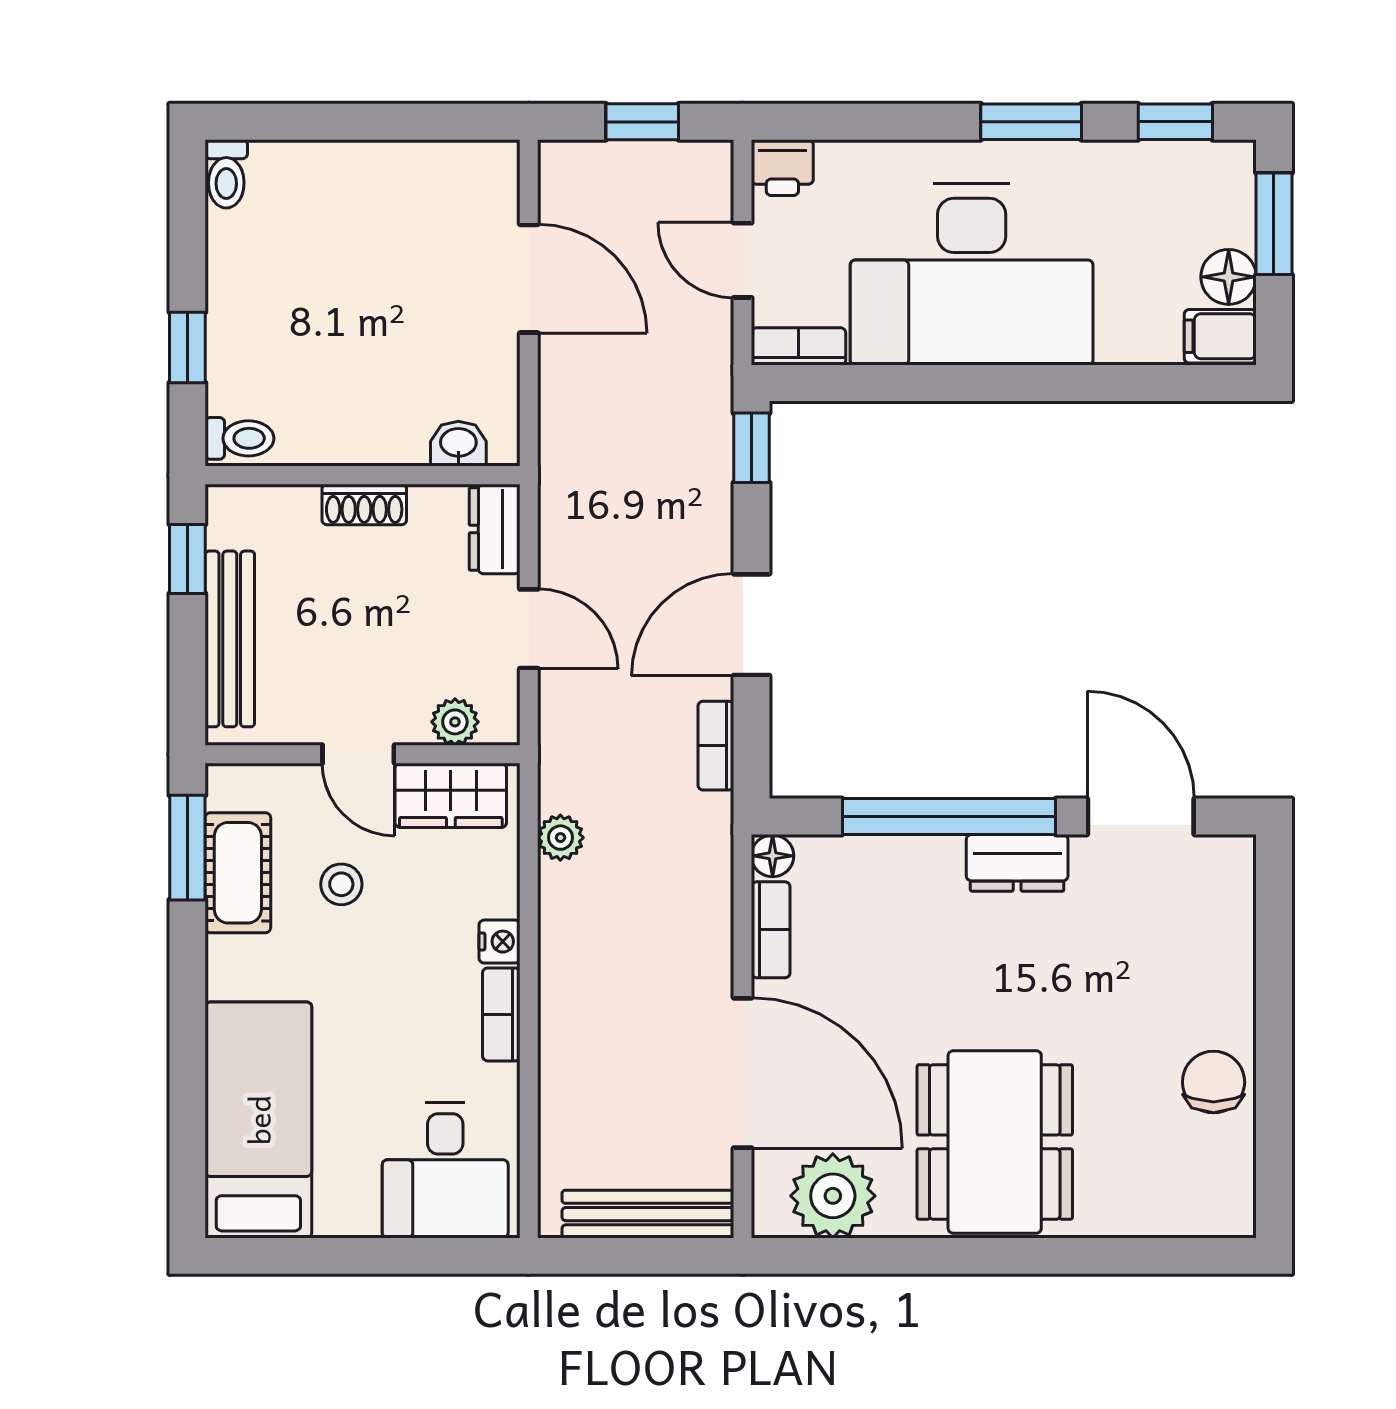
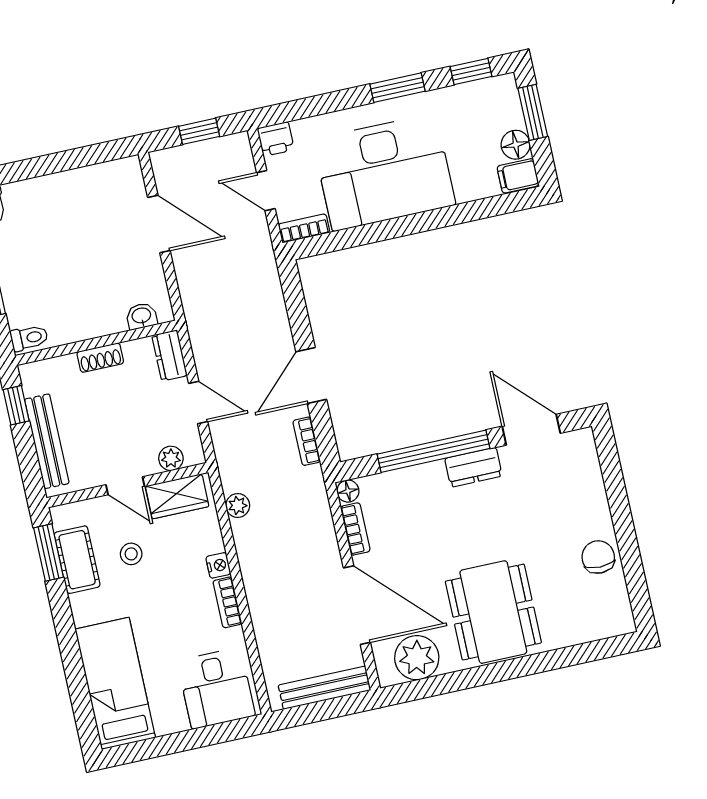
window: (751, 448) -> (291, 285), removed

